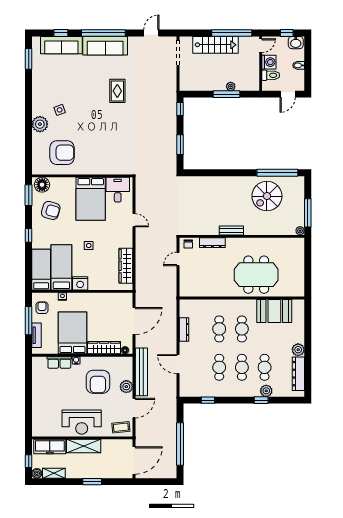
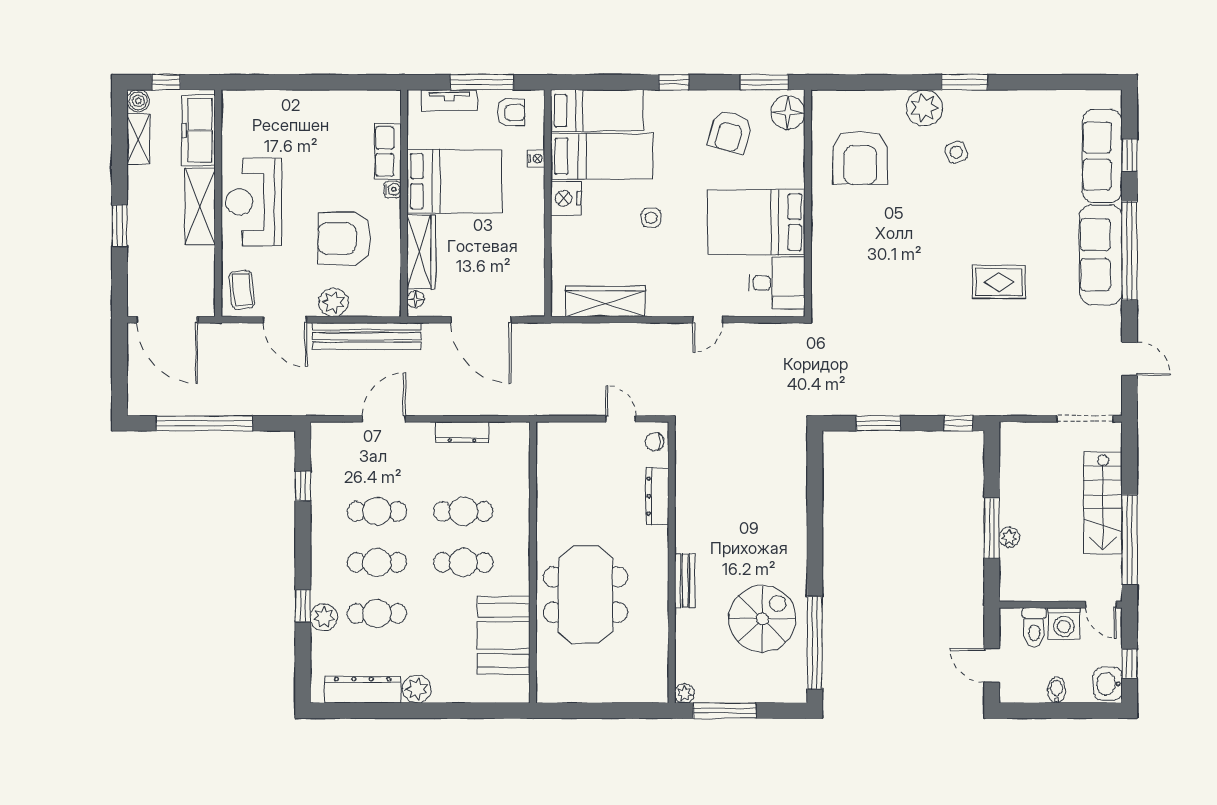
window: (29, 59) -> (964, 82), moved
spiral stairs: (267, 196) -> (762, 619), turned 90
bench: (231, 230) -> (685, 580), moved

